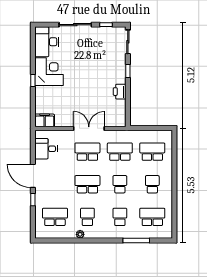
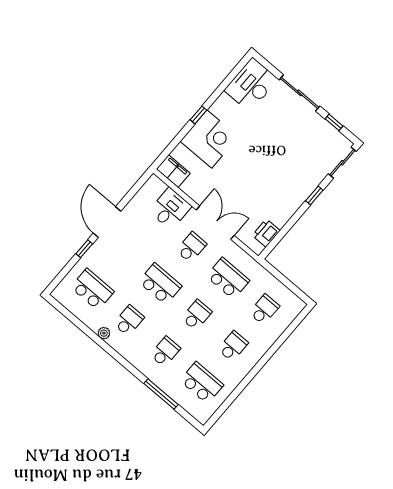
corner desk: (49, 72) -> (209, 139), moved
printer: (120, 92) -> (266, 233), moved
desk: (46, 149) -> (170, 209), moved, turned 90
school desk: (87, 152) -> (191, 247), width x0.54
school desk: (152, 152) -> (264, 309), width x0.54

